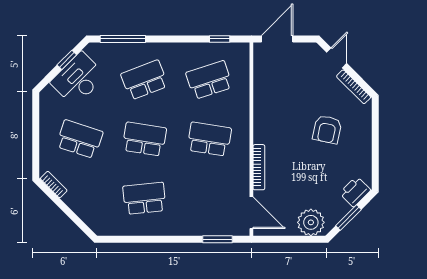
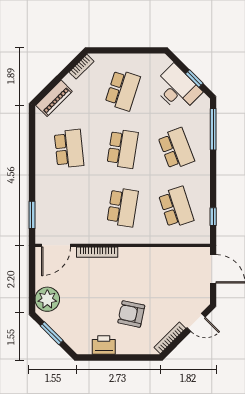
printer: (355, 192) -> (104, 345), moved, turned -45
piano: (89, 215) -> (54, 98), added

